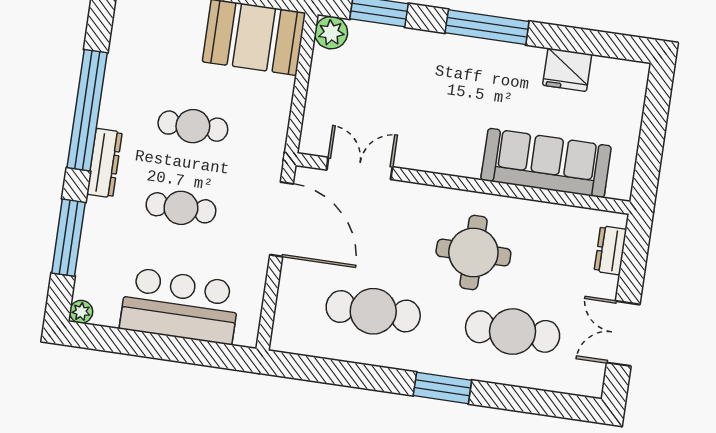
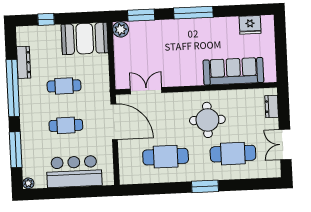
fridge: (567, 70) -> (250, 25), moved
dresser: (104, 163) -> (24, 62), moved

